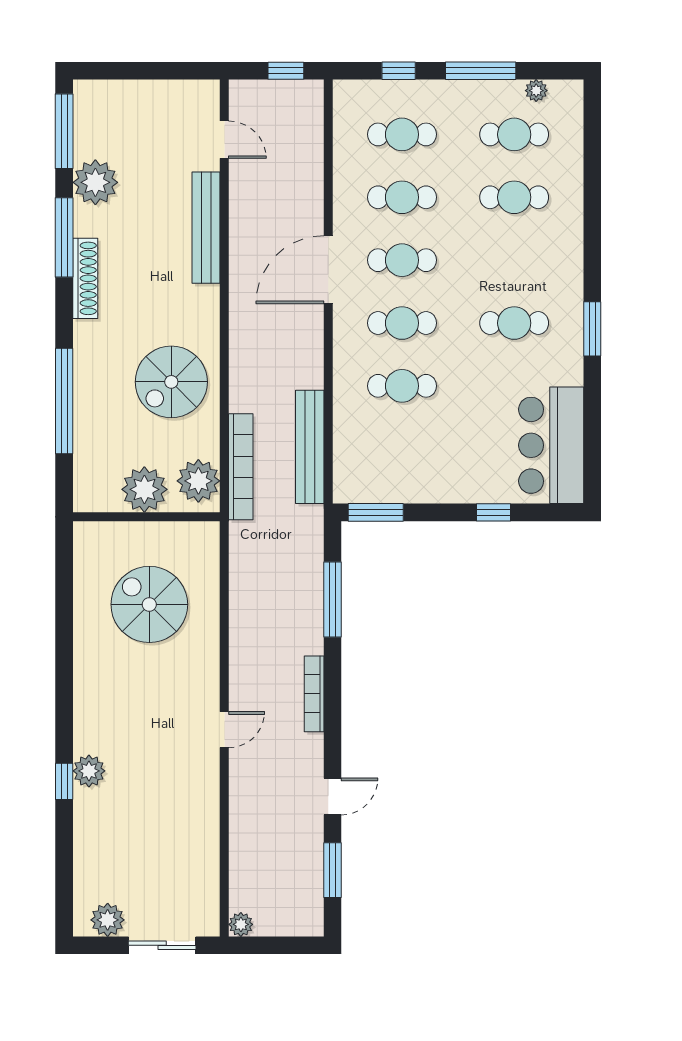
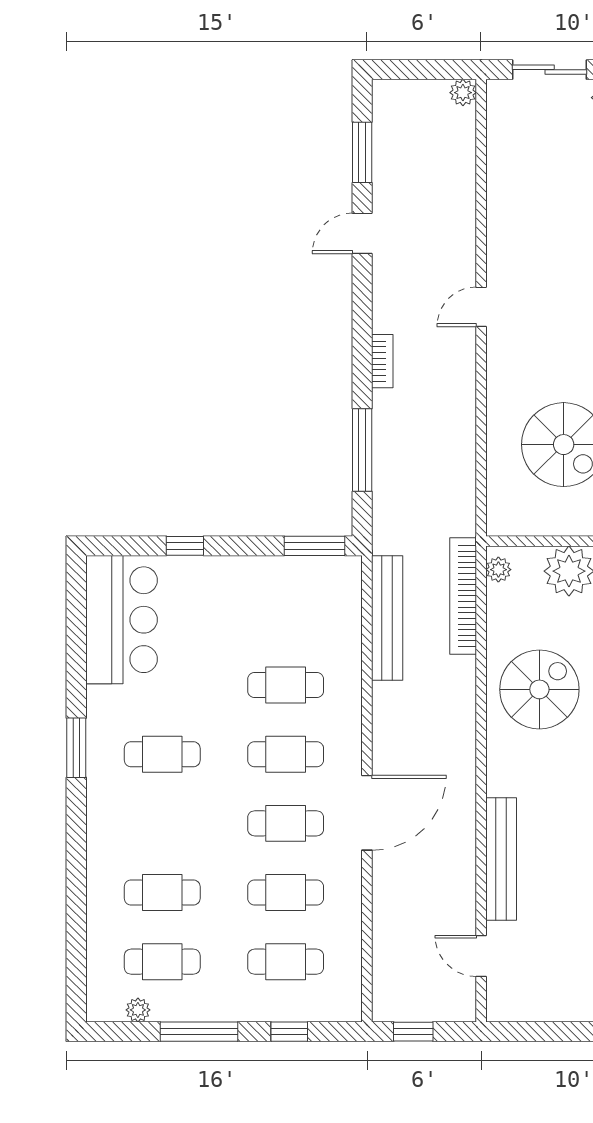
plant: (198, 481) -> (498, 570), width x0.53, depth x0.53
bookcase: (314, 694) -> (382, 361), width x0.64

